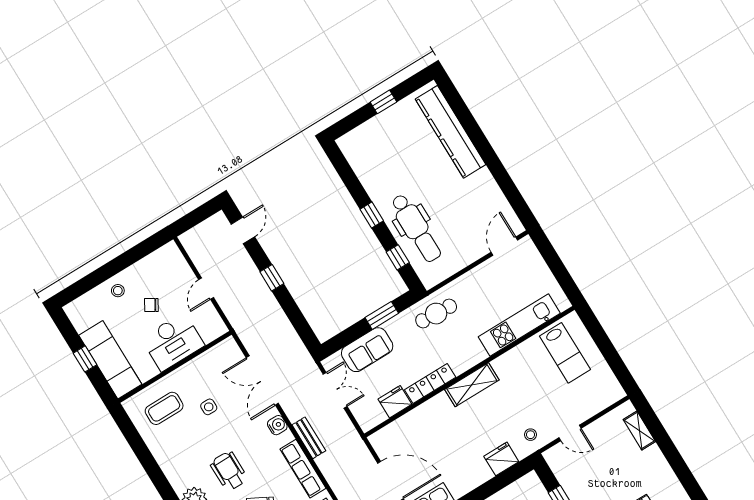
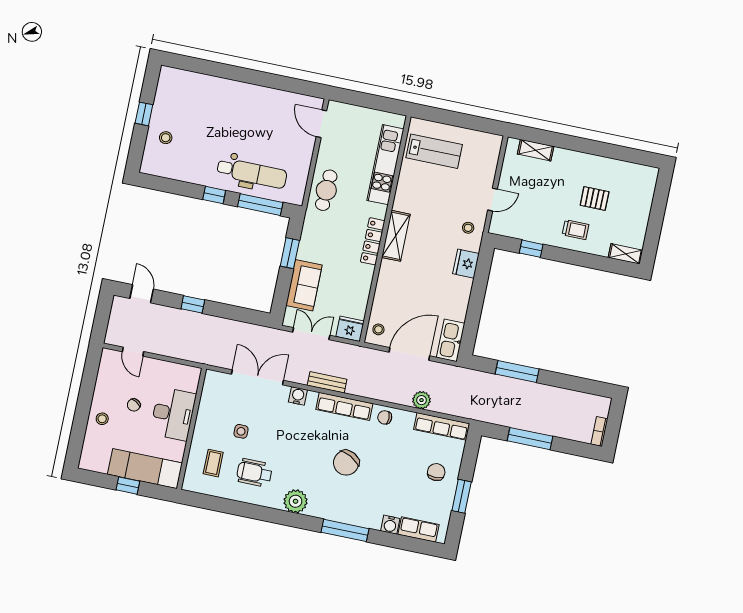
kitchen counter: (451, 132) -> (208, 87), removed
stool: (381, 136) -> (166, 138), added
window: (398, 257) -> (260, 205), width x2.17
door: (206, 289) -> (133, 352), moved
cafe table: (436, 314) -> (326, 190), moved
double door: (262, 380) -> (257, 377), swing flipped
locker: (430, 384) -> (373, 241), moved
fridge: (395, 402) -> (350, 329), moved, turned 90
coffee table: (164, 408) -> (213, 463), width x0.73, depth x0.77
stool: (387, 439) -> (378, 329), added
wheelchair: (229, 471) -> (254, 473), moved

